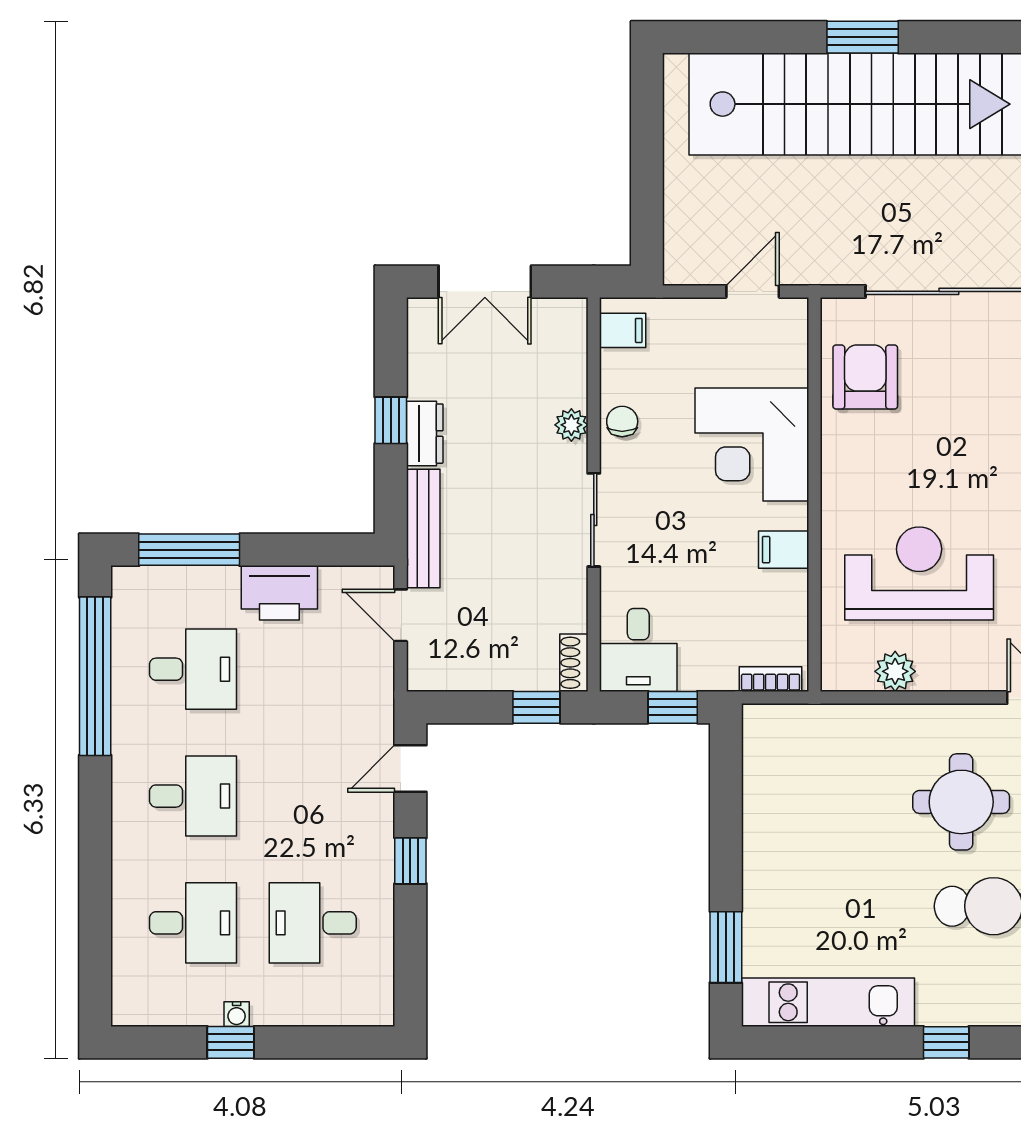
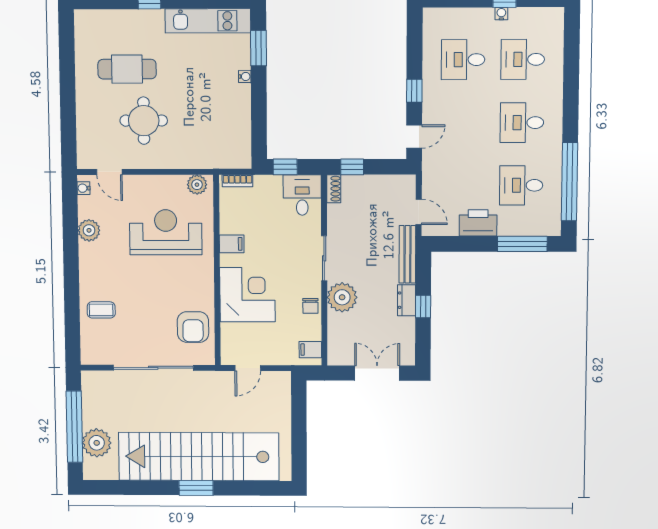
plant: (571, 425) -> (342, 297), width x1.87, depth x1.87
reception desk: (919, 573) -> (166, 232), turned 180
plant: (895, 671) -> (197, 185), moved
water cooler: (754, 890) -> (245, 76), added
desk: (313, 923) -> (463, 60), turned 180

